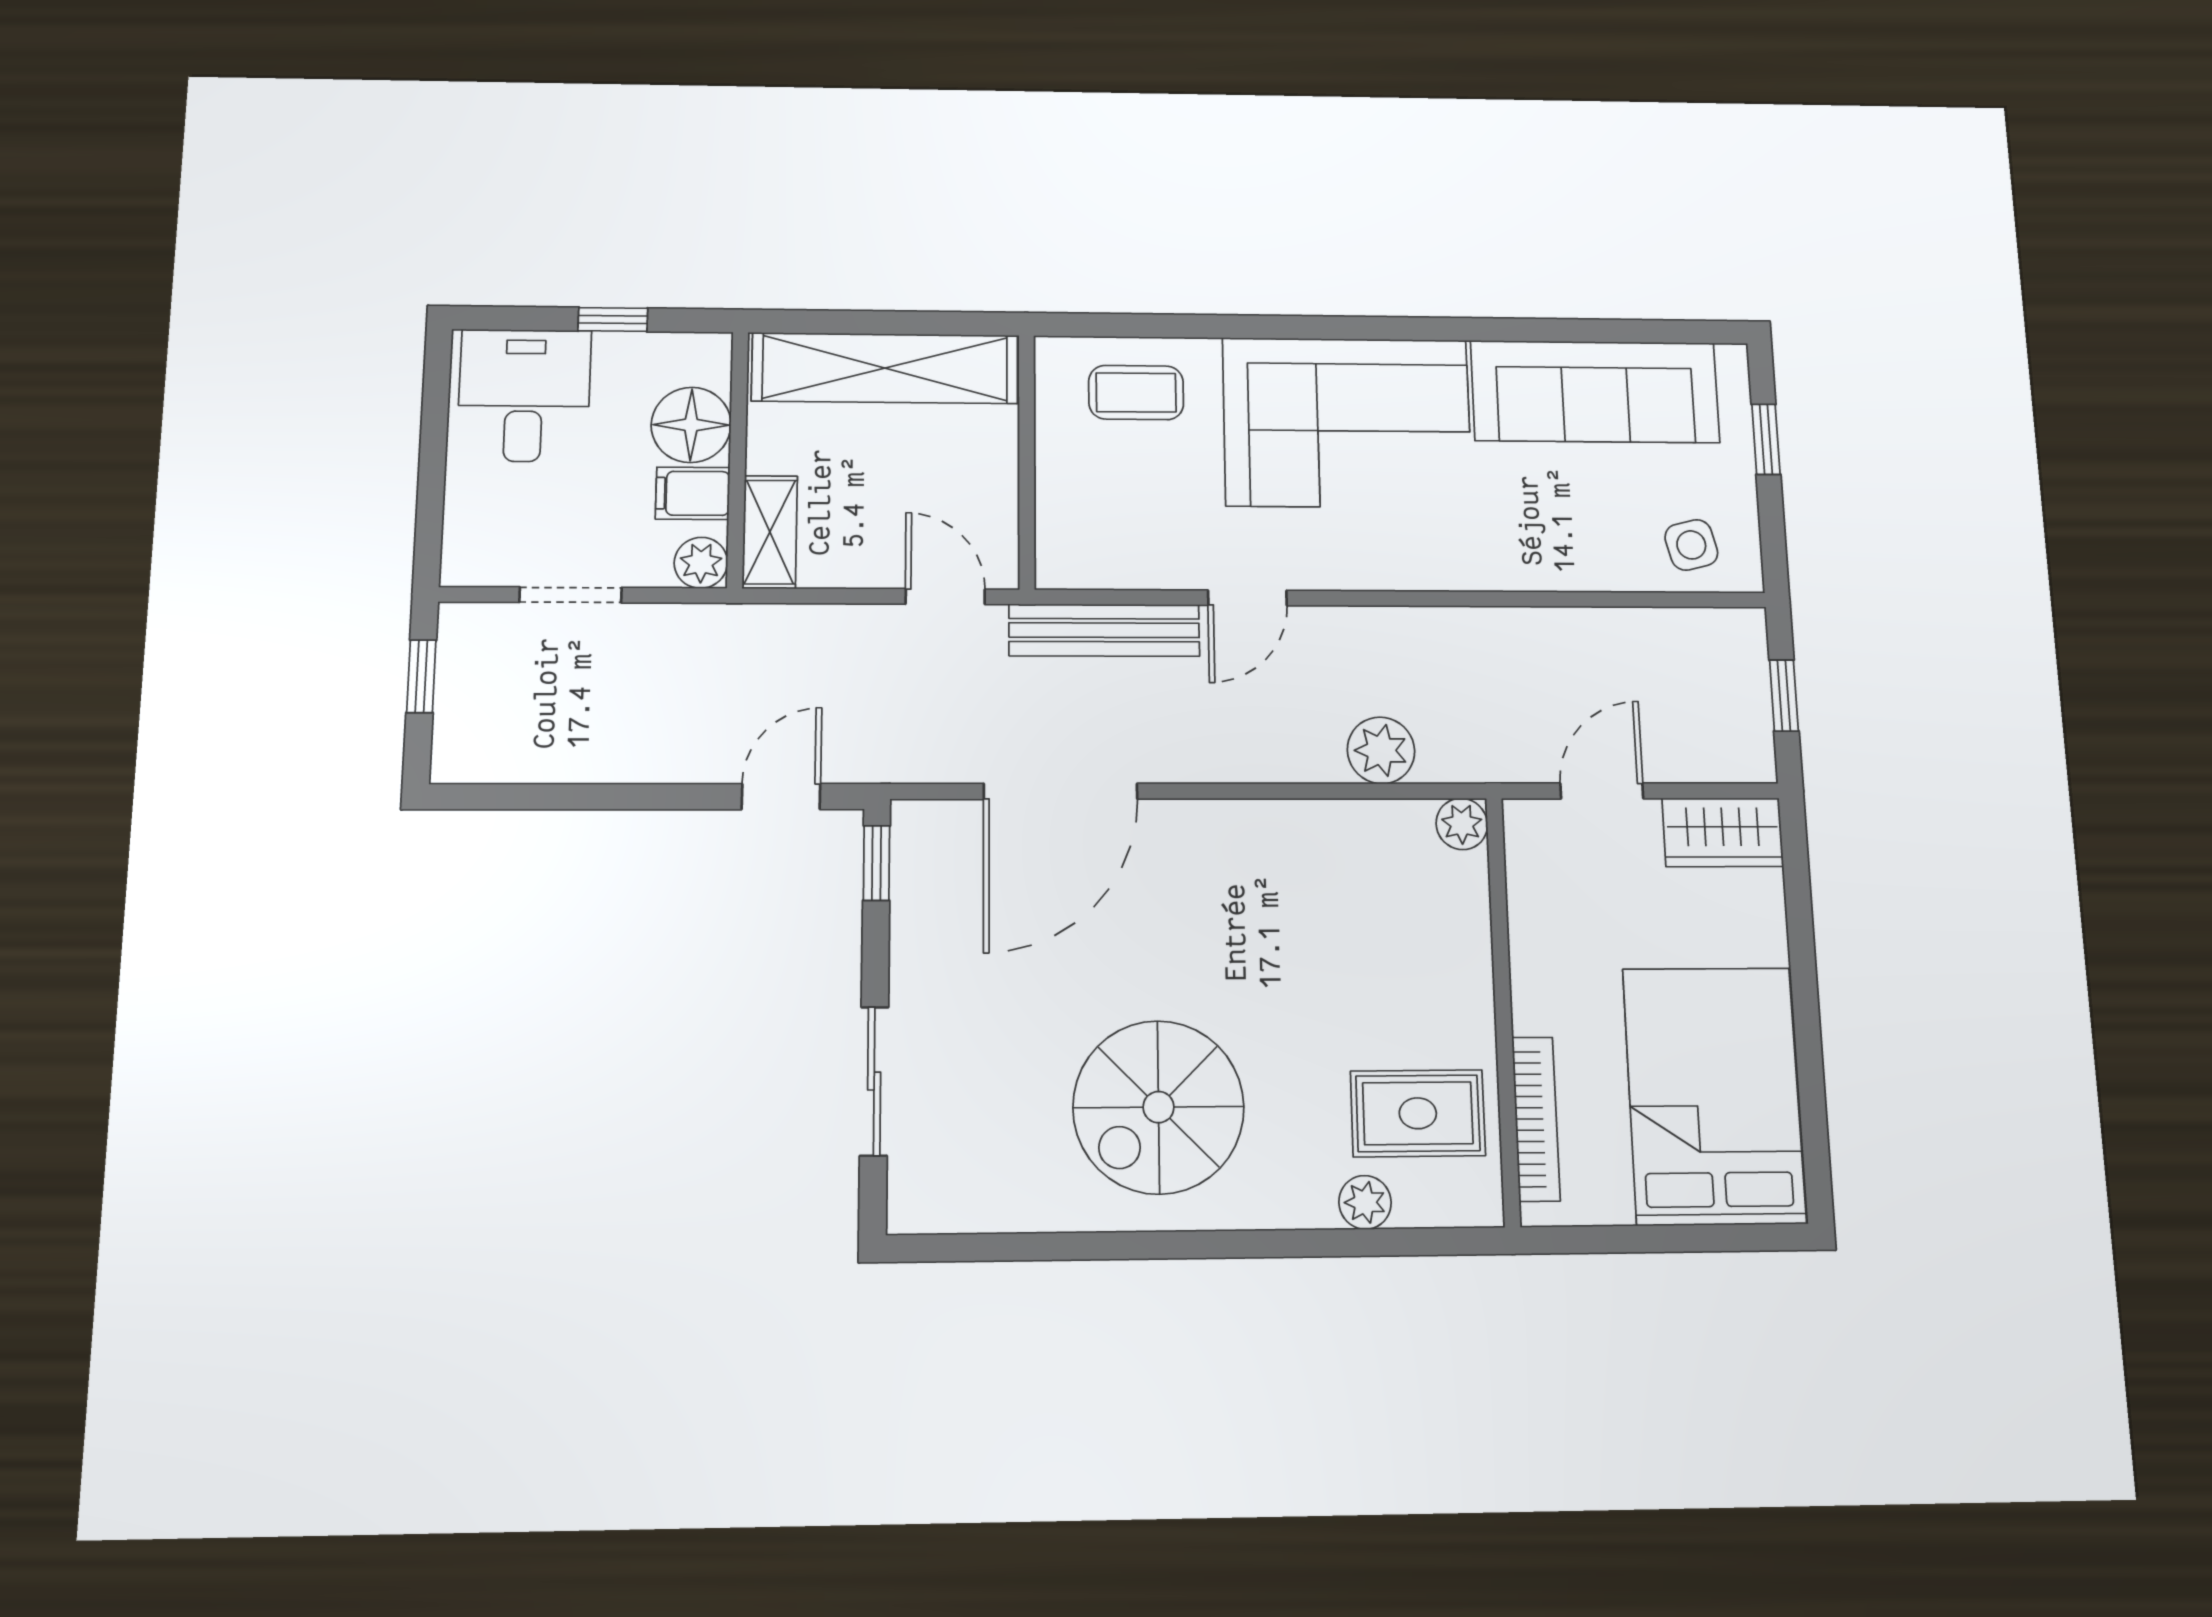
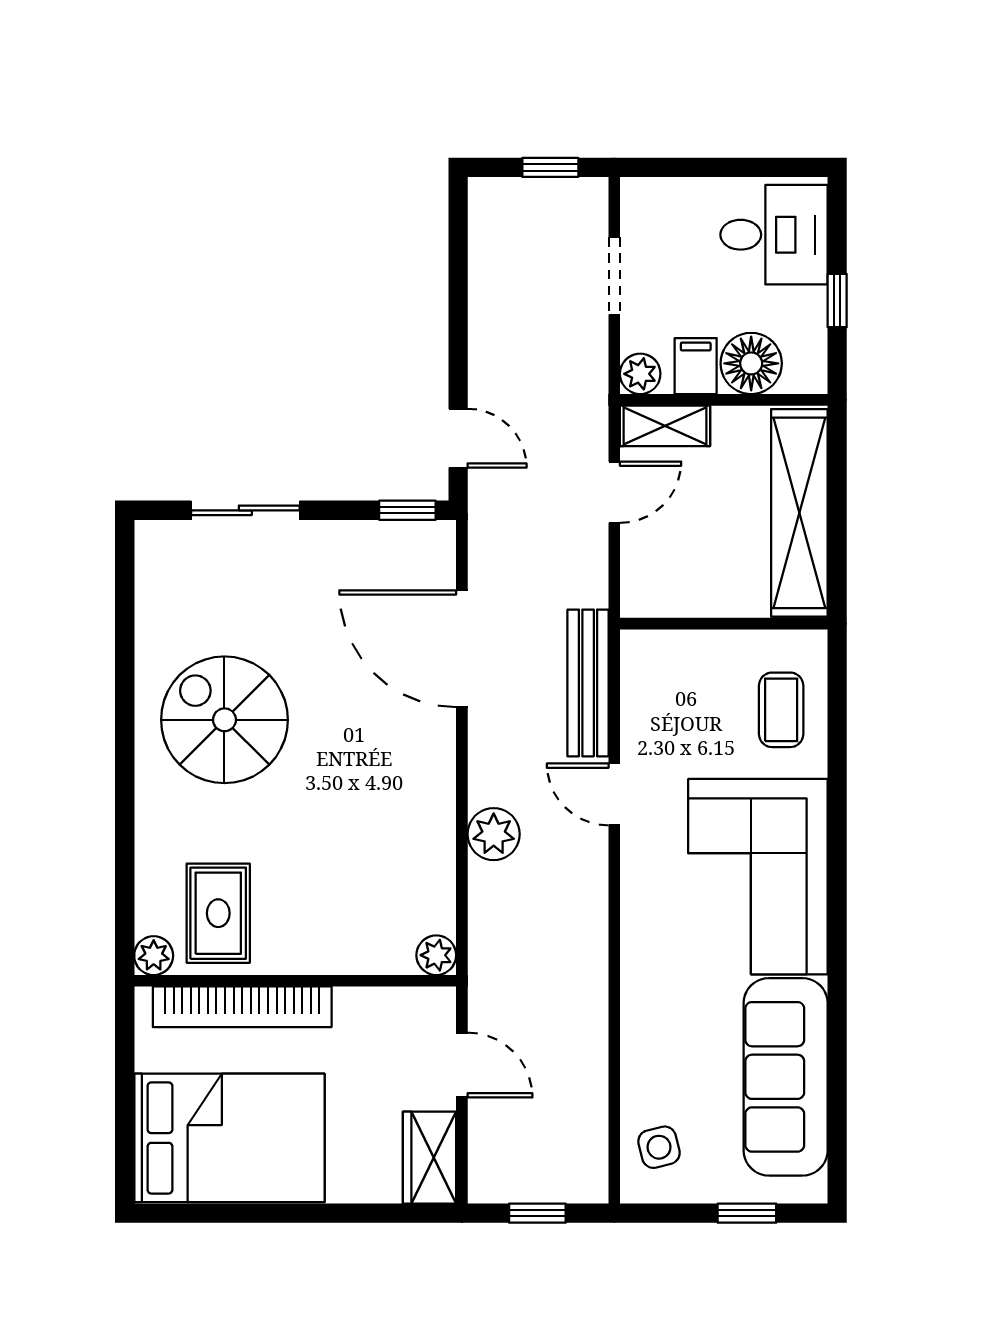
door: (945, 597) -> (614, 492), moved
plant: (1381, 750) -> (494, 834), moved
bookcase: (1536, 1119) -> (242, 1007), width x1.48, depth x1.31
plant: (1365, 1202) -> (154, 956), moved

